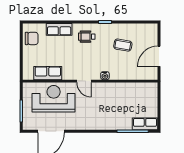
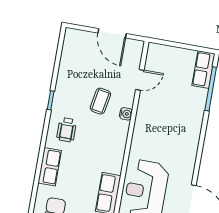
coffee table: (123, 45) -> (100, 101), moved
door: (84, 81) -> (140, 80), moved

